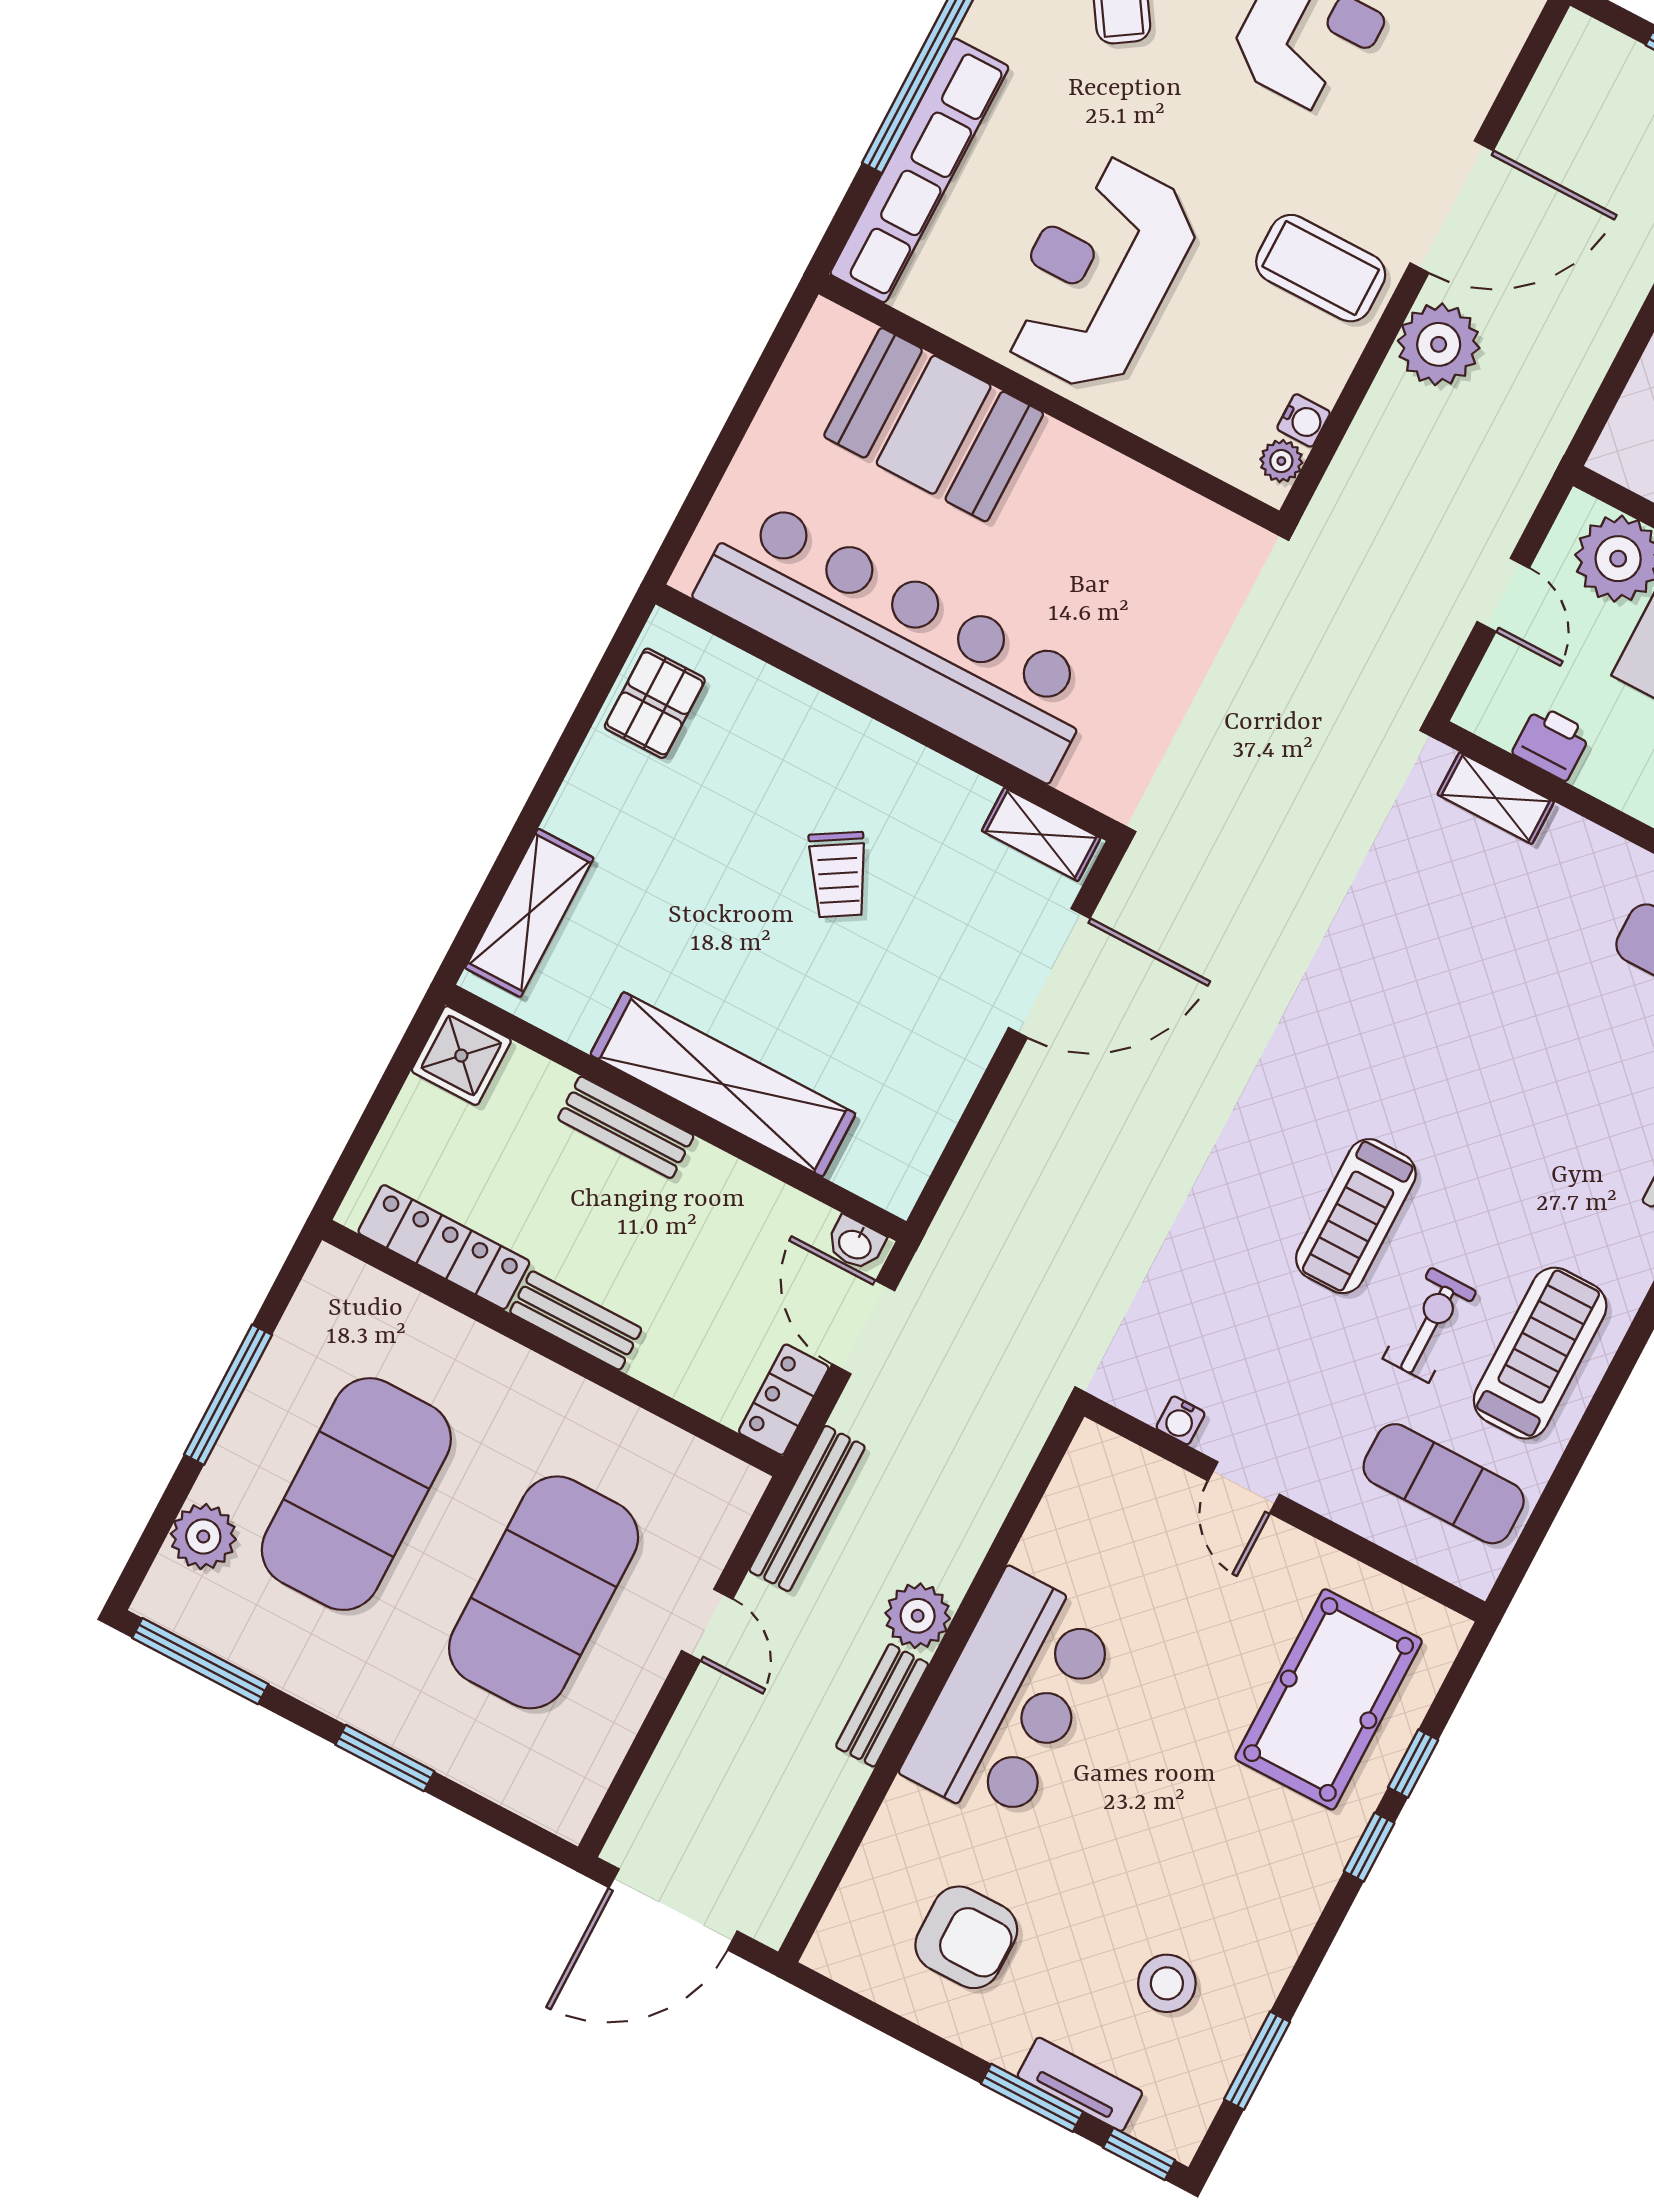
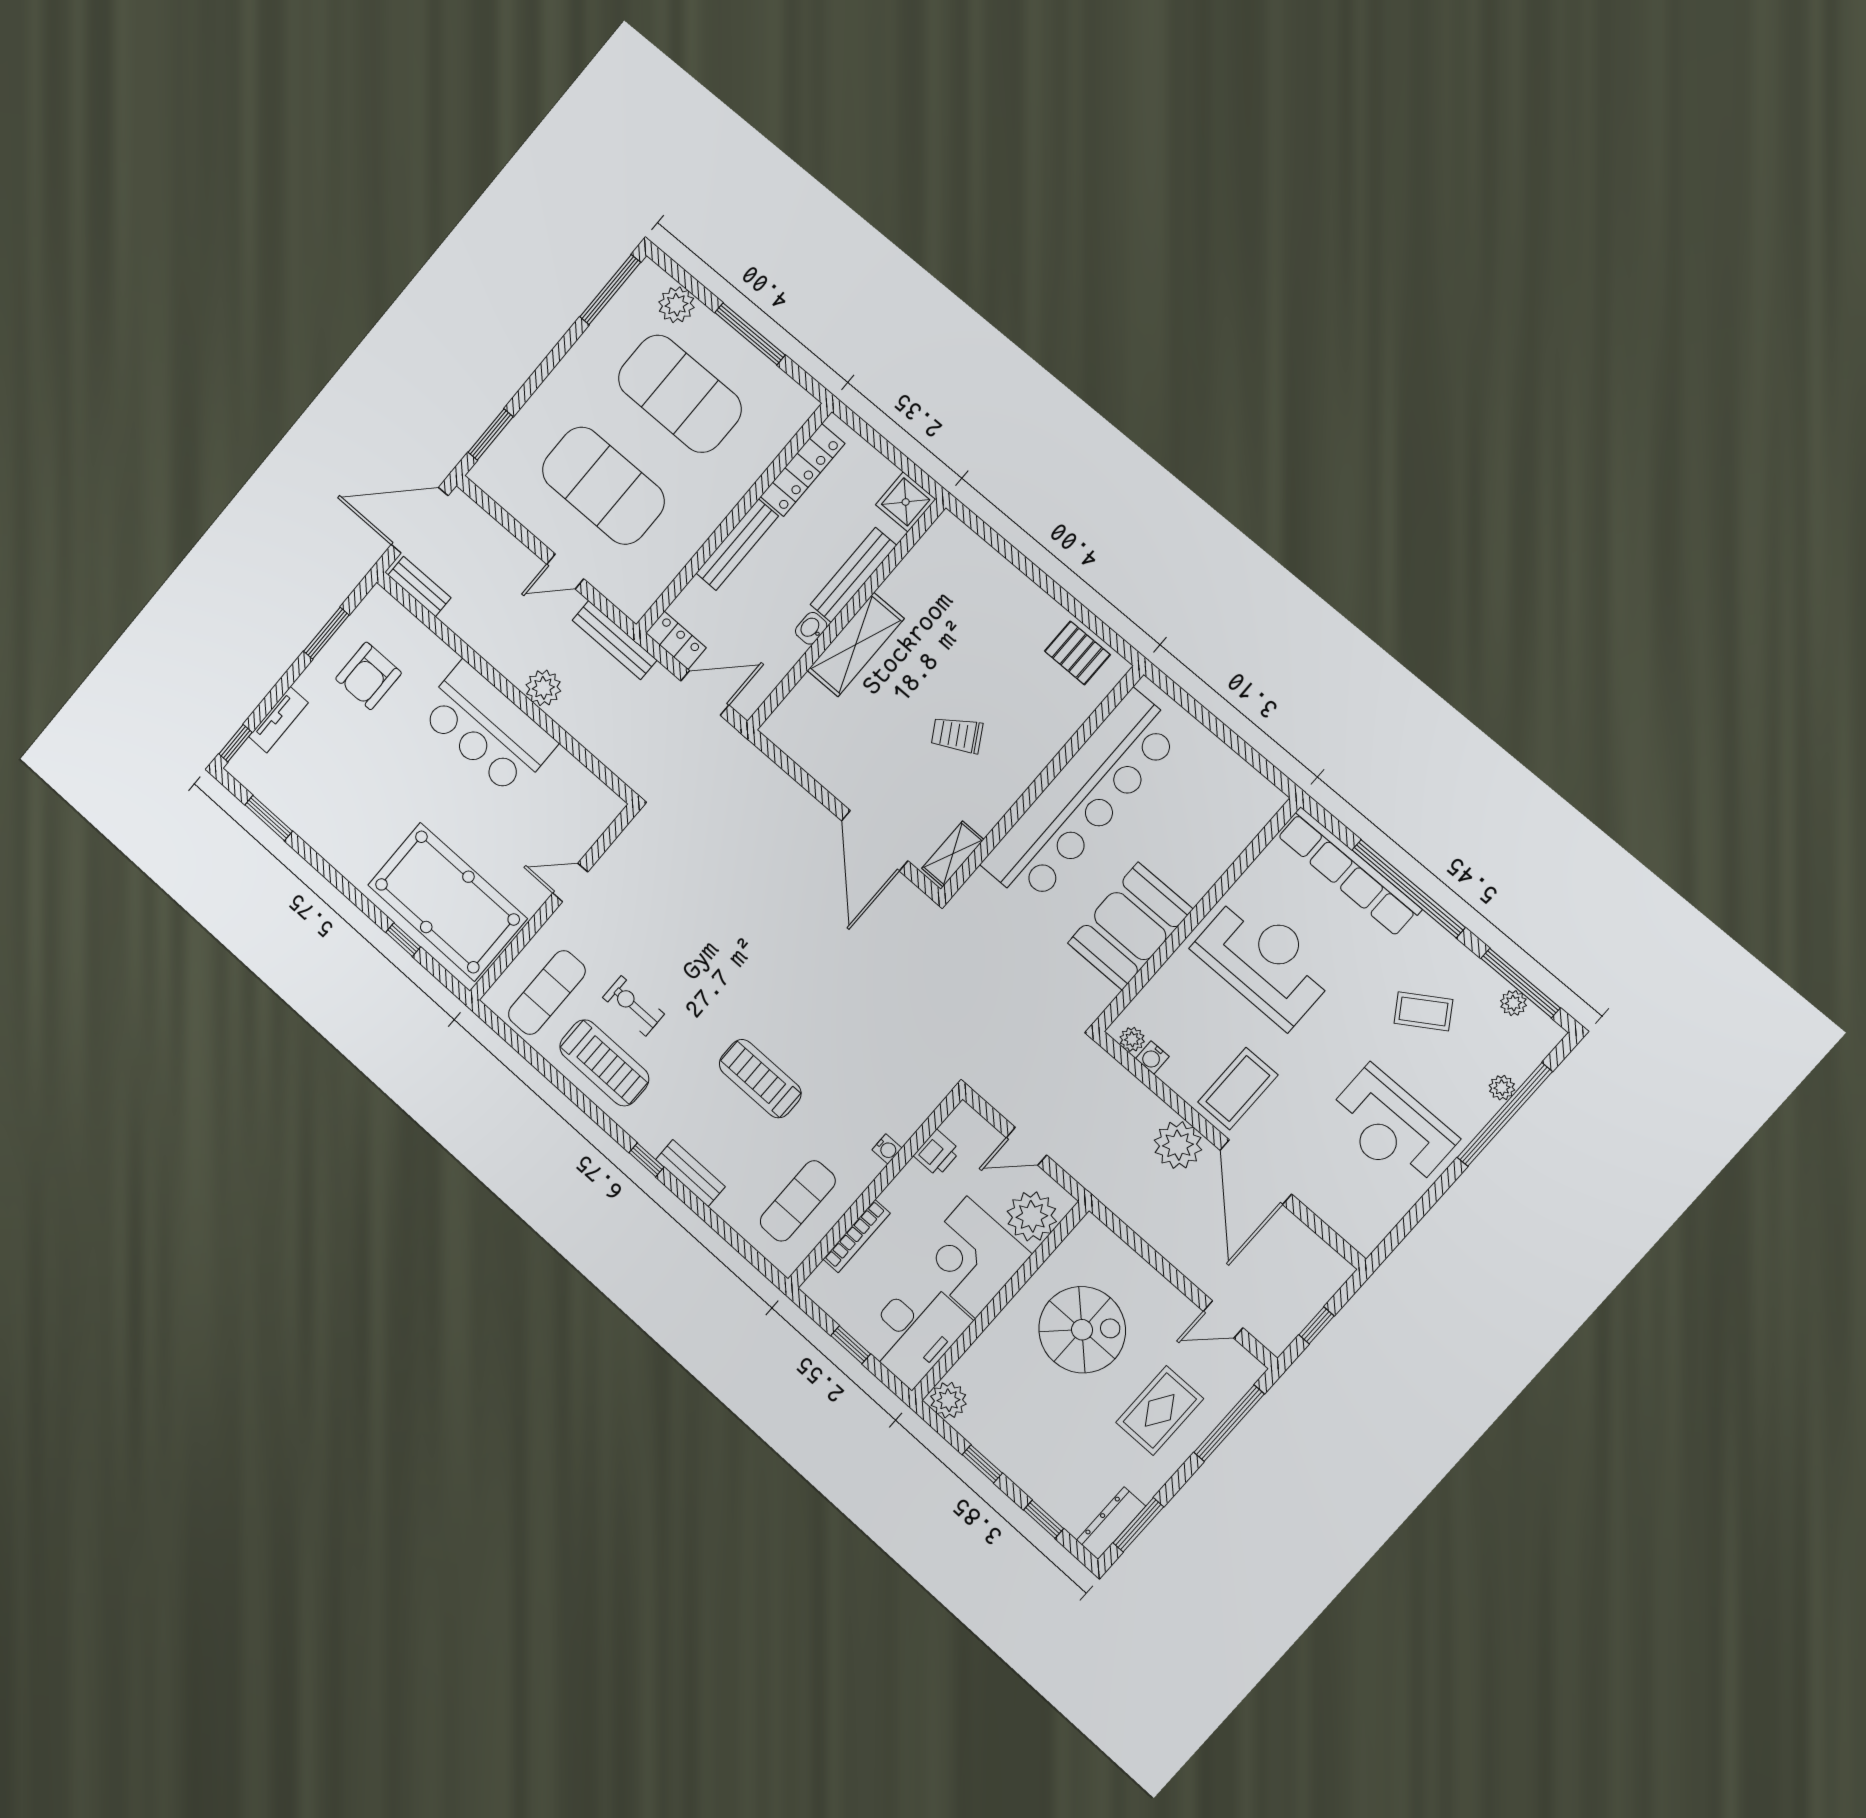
booth: (934, 425) -> (1130, 926), moved
shelving: (1496, 798) -> (913, 1114), removed
shelving: (529, 913) -> (976, 557), removed
shelving: (723, 1084) -> (856, 645), width x0.68
bench: (626, 1127) -> (853, 575), width x1.36
treadmill: (1356, 1216) -> (760, 1079), moved
washbasin: (855, 1243) -> (811, 628), moved
bench: (576, 1320) -> (737, 545), width x1.36
exercise bike: (1430, 1325) -> (634, 1006), turned 180
water cooler: (1180, 1420) -> (887, 1149), moved, turned 180
pool table: (1329, 1699) -> (447, 902), width x1.36, depth x1.32
bench: (882, 1705) -> (419, 586), moved
window: (385, 1758) -> (491, 434), moved
window: (1369, 1847) -> (365, 905), removed
door: (673, 1909) -> (420, 520), hinge flipped
stool: (1167, 1983) -> (320, 779), removed
window: (1032, 2098) -> (326, 633), moved

